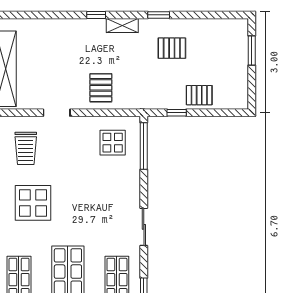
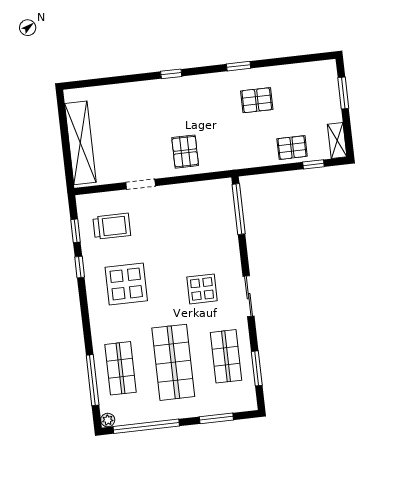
shelving: (122, 26) -> (337, 141), moved, turned 90
window: (177, 113) -> (313, 164), moved
display table: (113, 143) -> (202, 289), moved
trolley: (26, 148) -> (112, 226), turned -90

